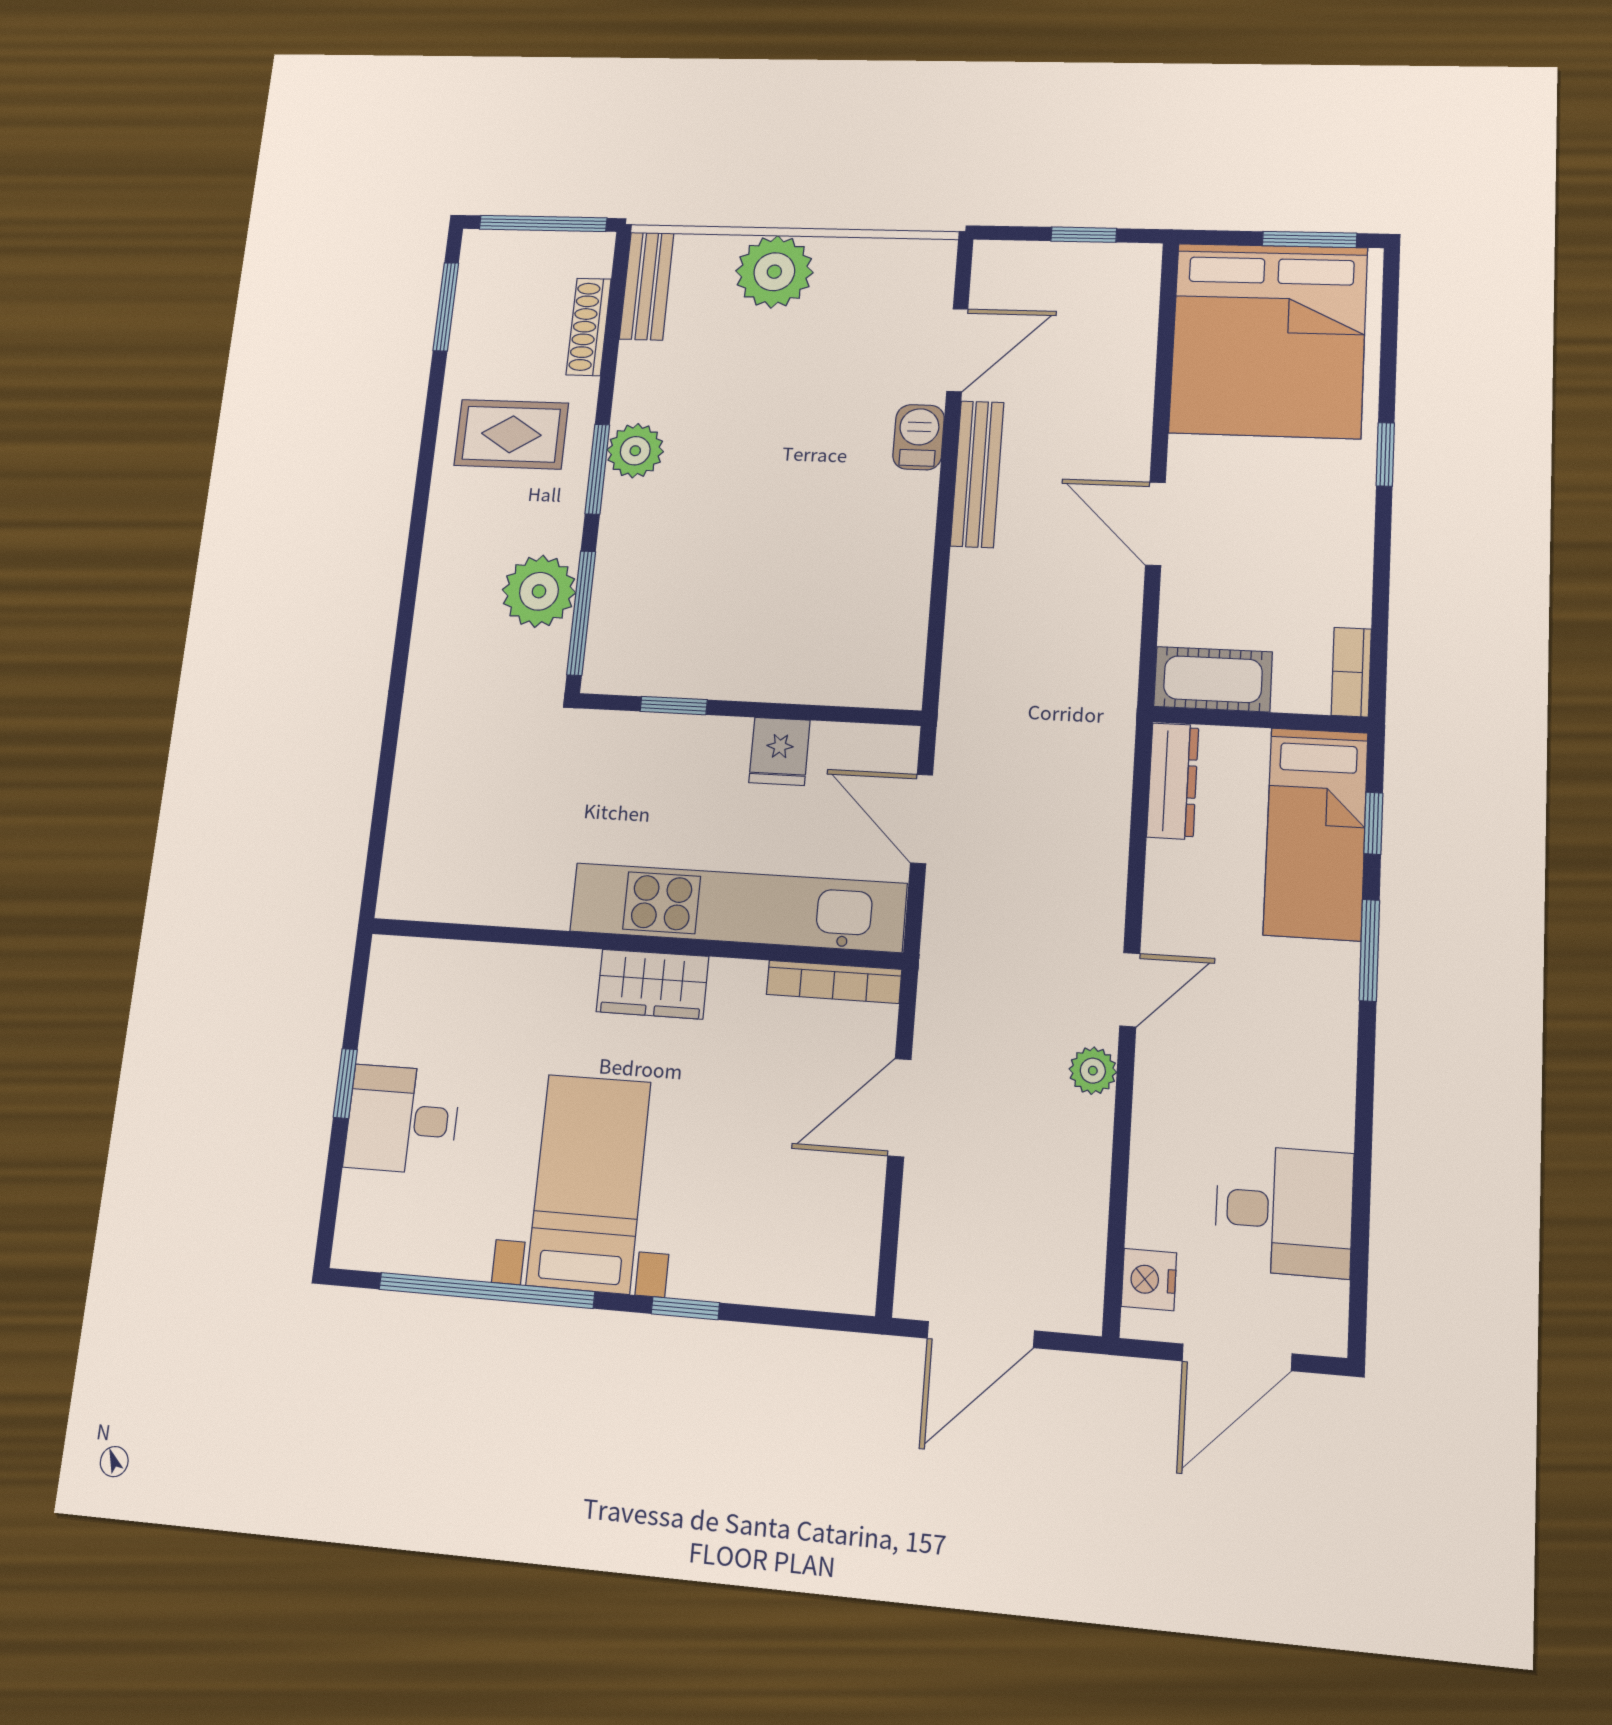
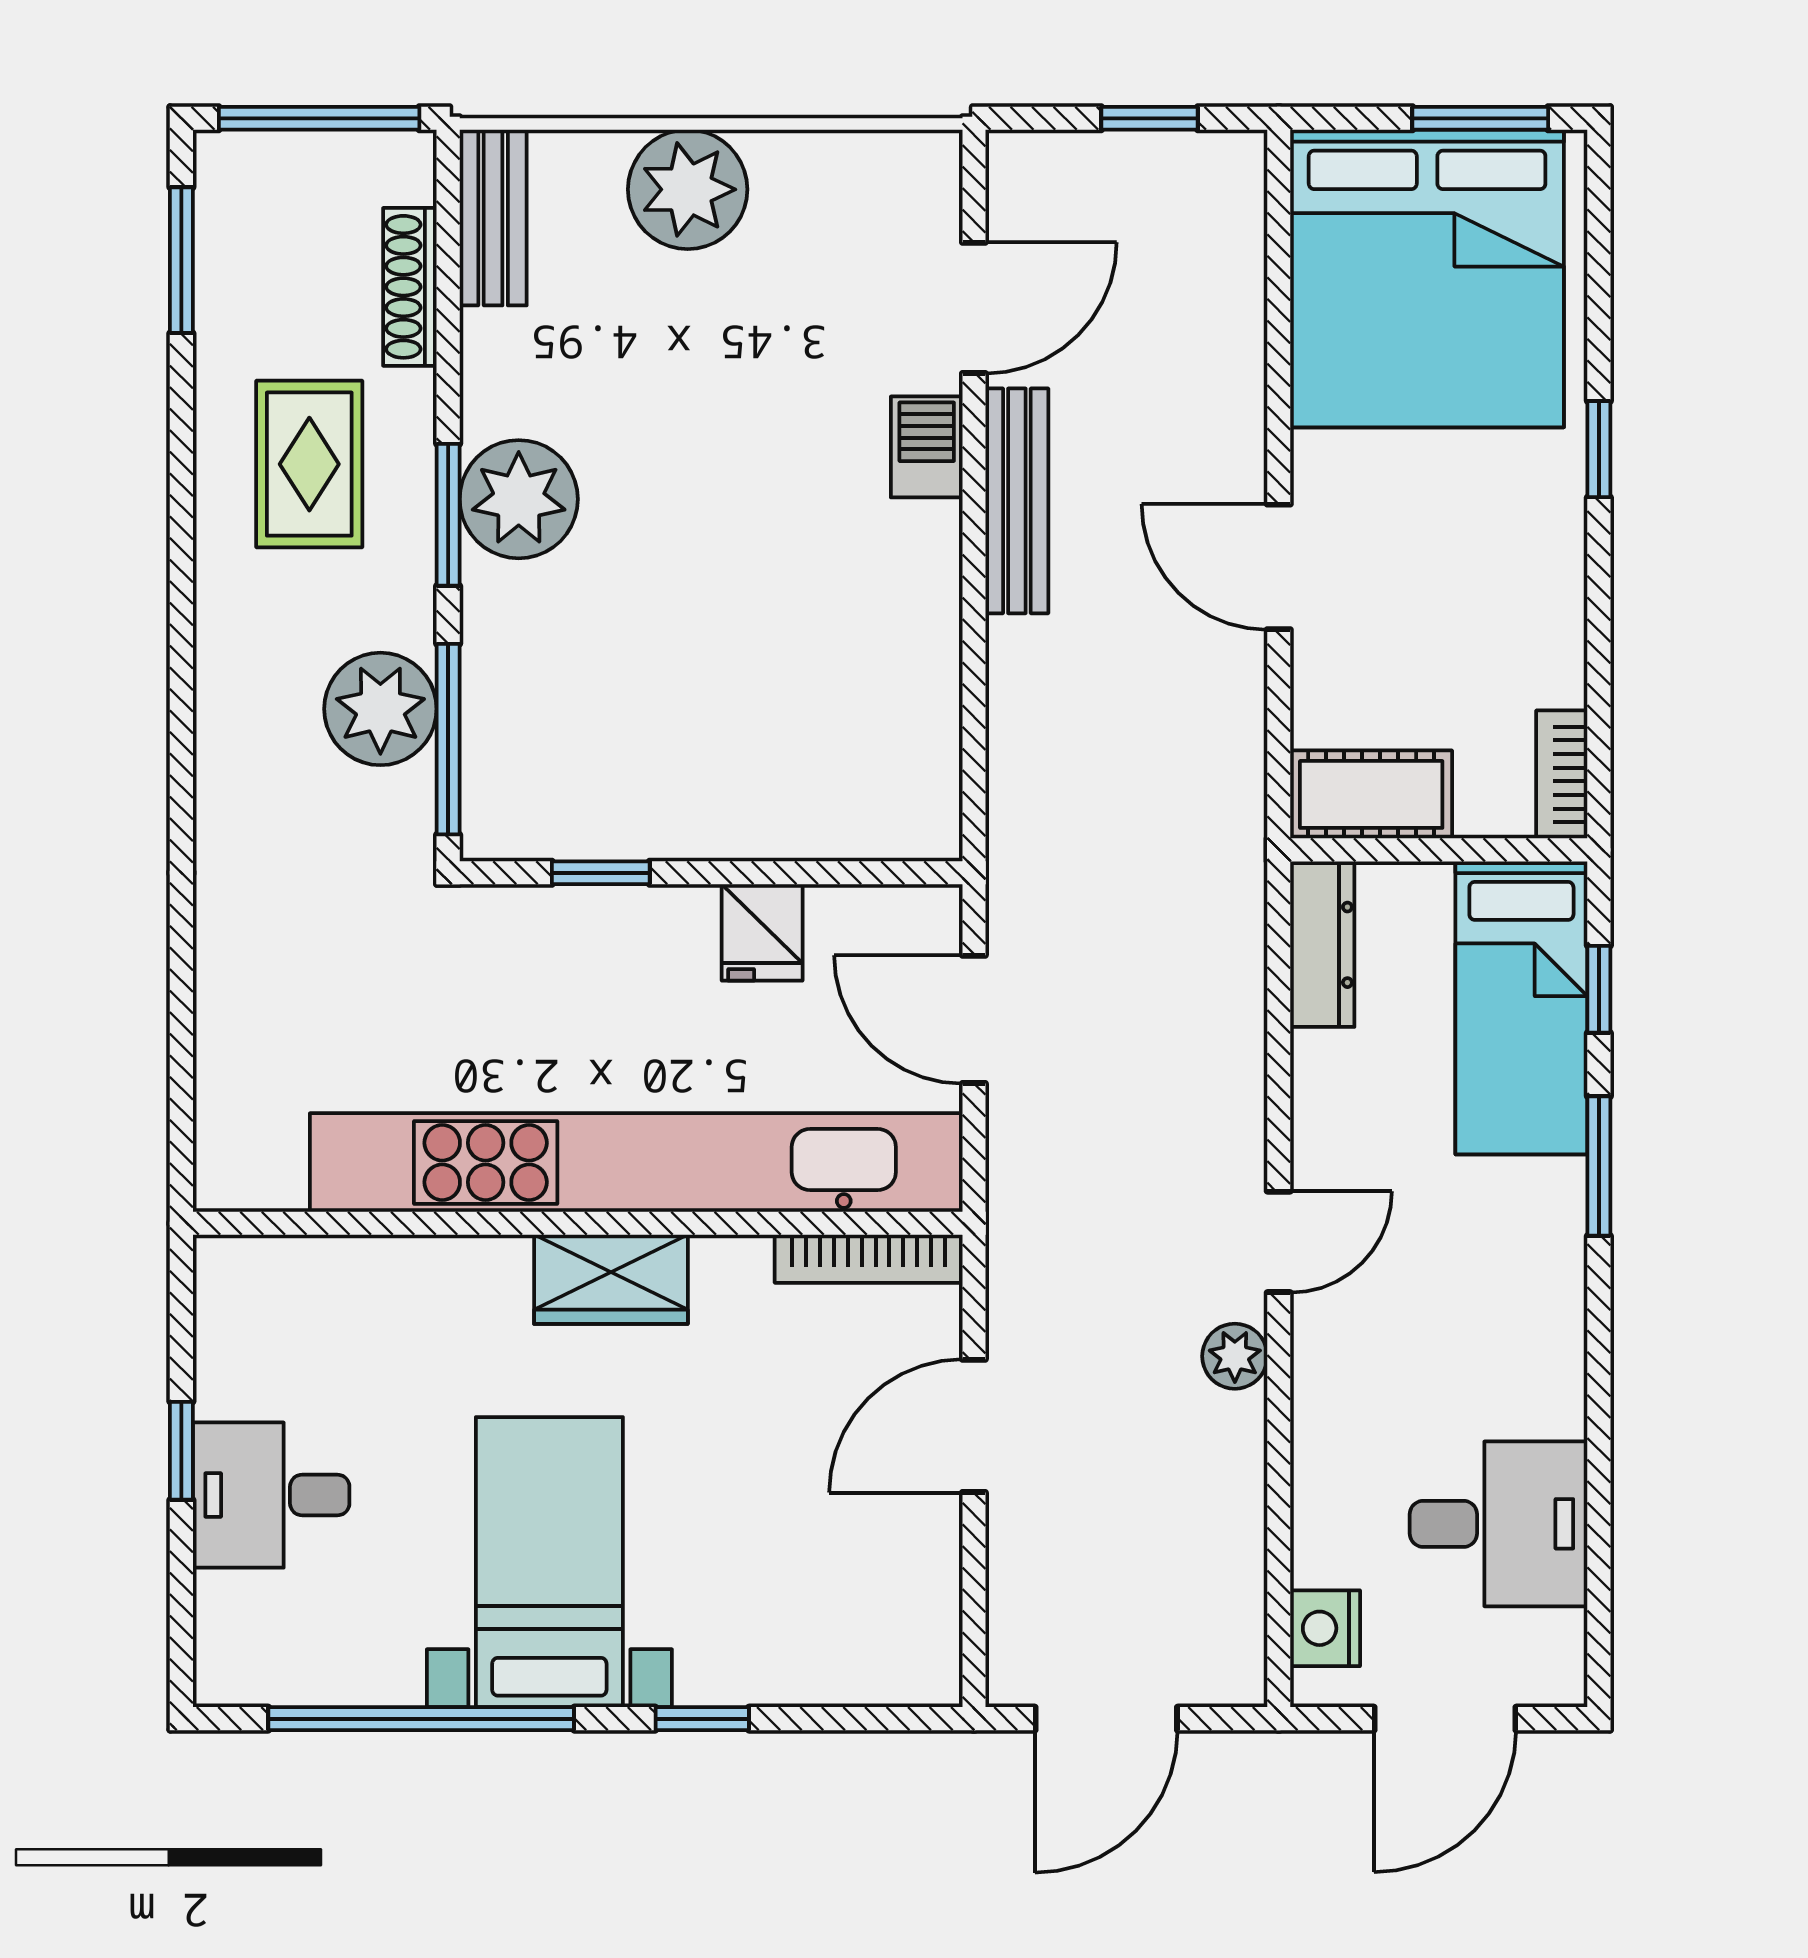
rug: (511, 434) -> (309, 464), turned 90
plant: (635, 451) -> (519, 499), width x1.36, depth x1.36
kitchen unit: (737, 907) -> (635, 1162), width x1.36

